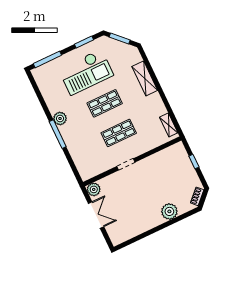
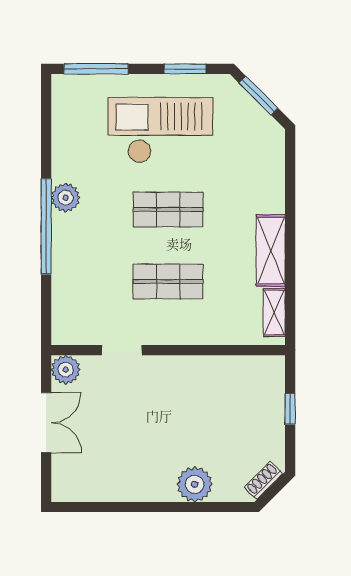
checkout: (86, 72) -> (160, 130), turned 180
shelving: (145, 78) -> (271, 250), moved
window: (58, 134) -> (46, 226), width x1.46
doorway: (126, 164) -> (122, 350), moved

